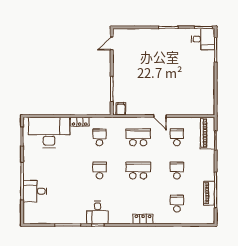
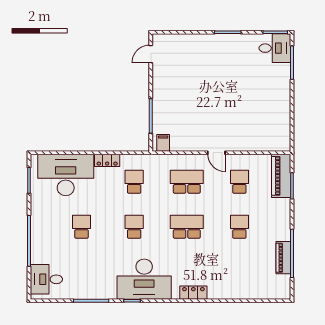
desk: (35, 191) -> (46, 279), moved
school desk: (177, 204) -> (82, 227), moved
desk: (98, 212) -> (144, 279), width x1.87, depth x1.30

